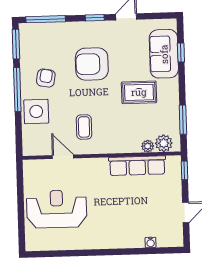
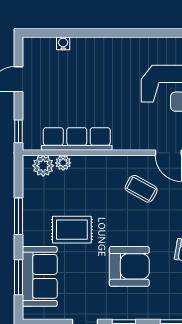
window: (181, 53) -> (18, 277), width x1.50
window: (183, 120) -> (18, 216), moved
coffee table: (84, 127) -> (141, 189), turned -61

